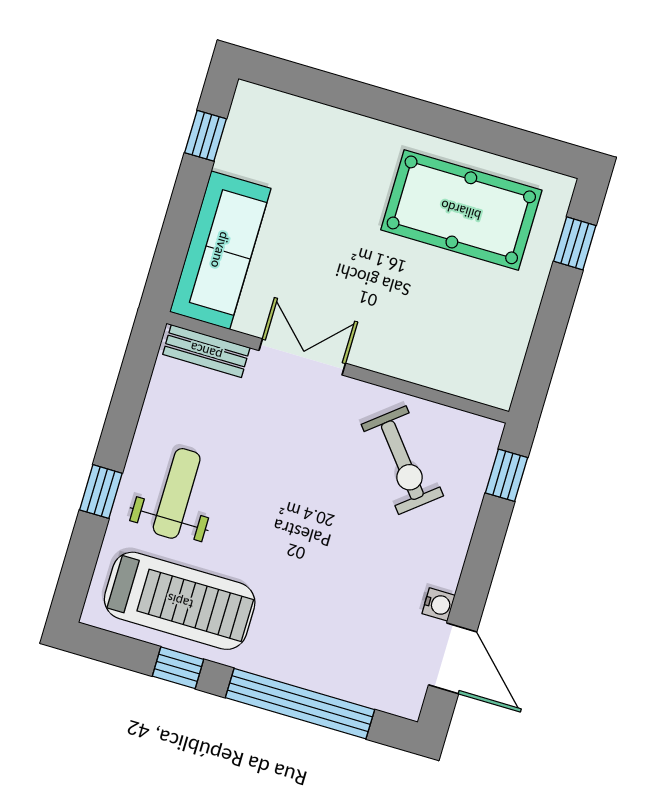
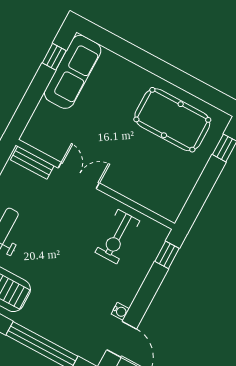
sofa: (220, 250) -> (73, 72), moved
exercise bike: (402, 460) -> (117, 237), turned 39

